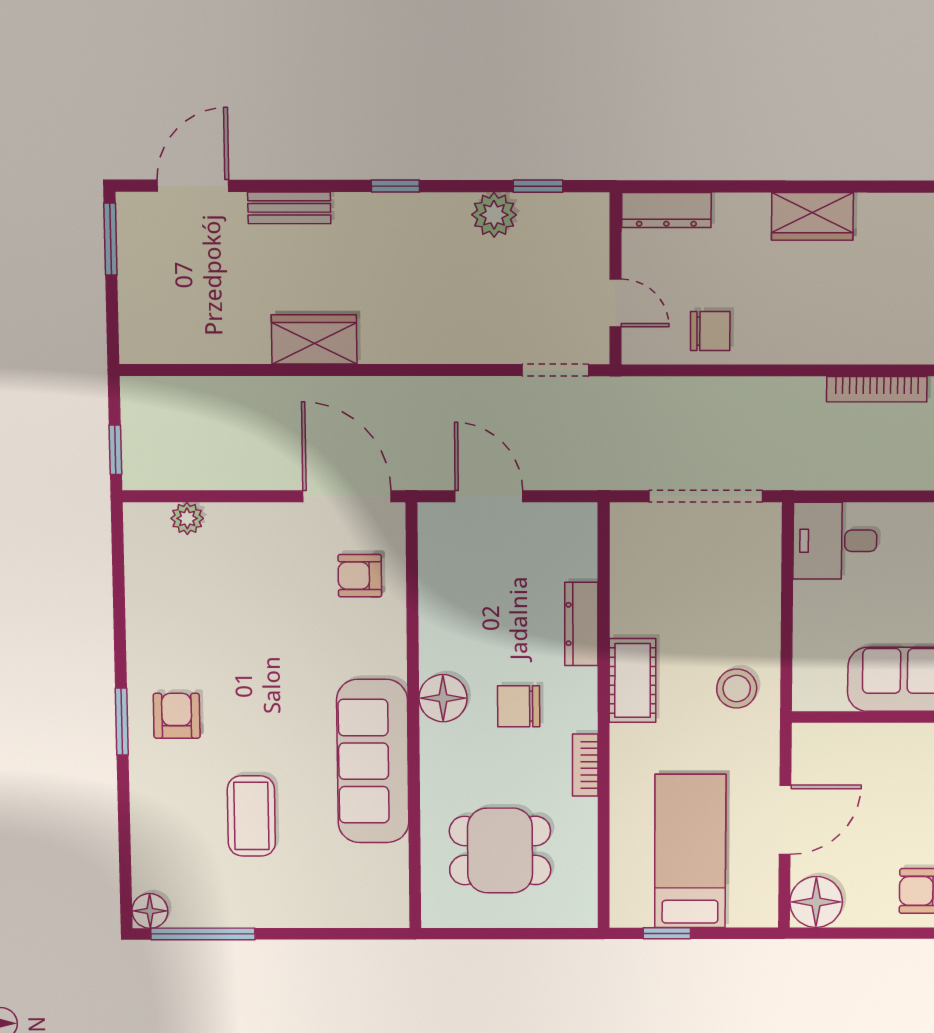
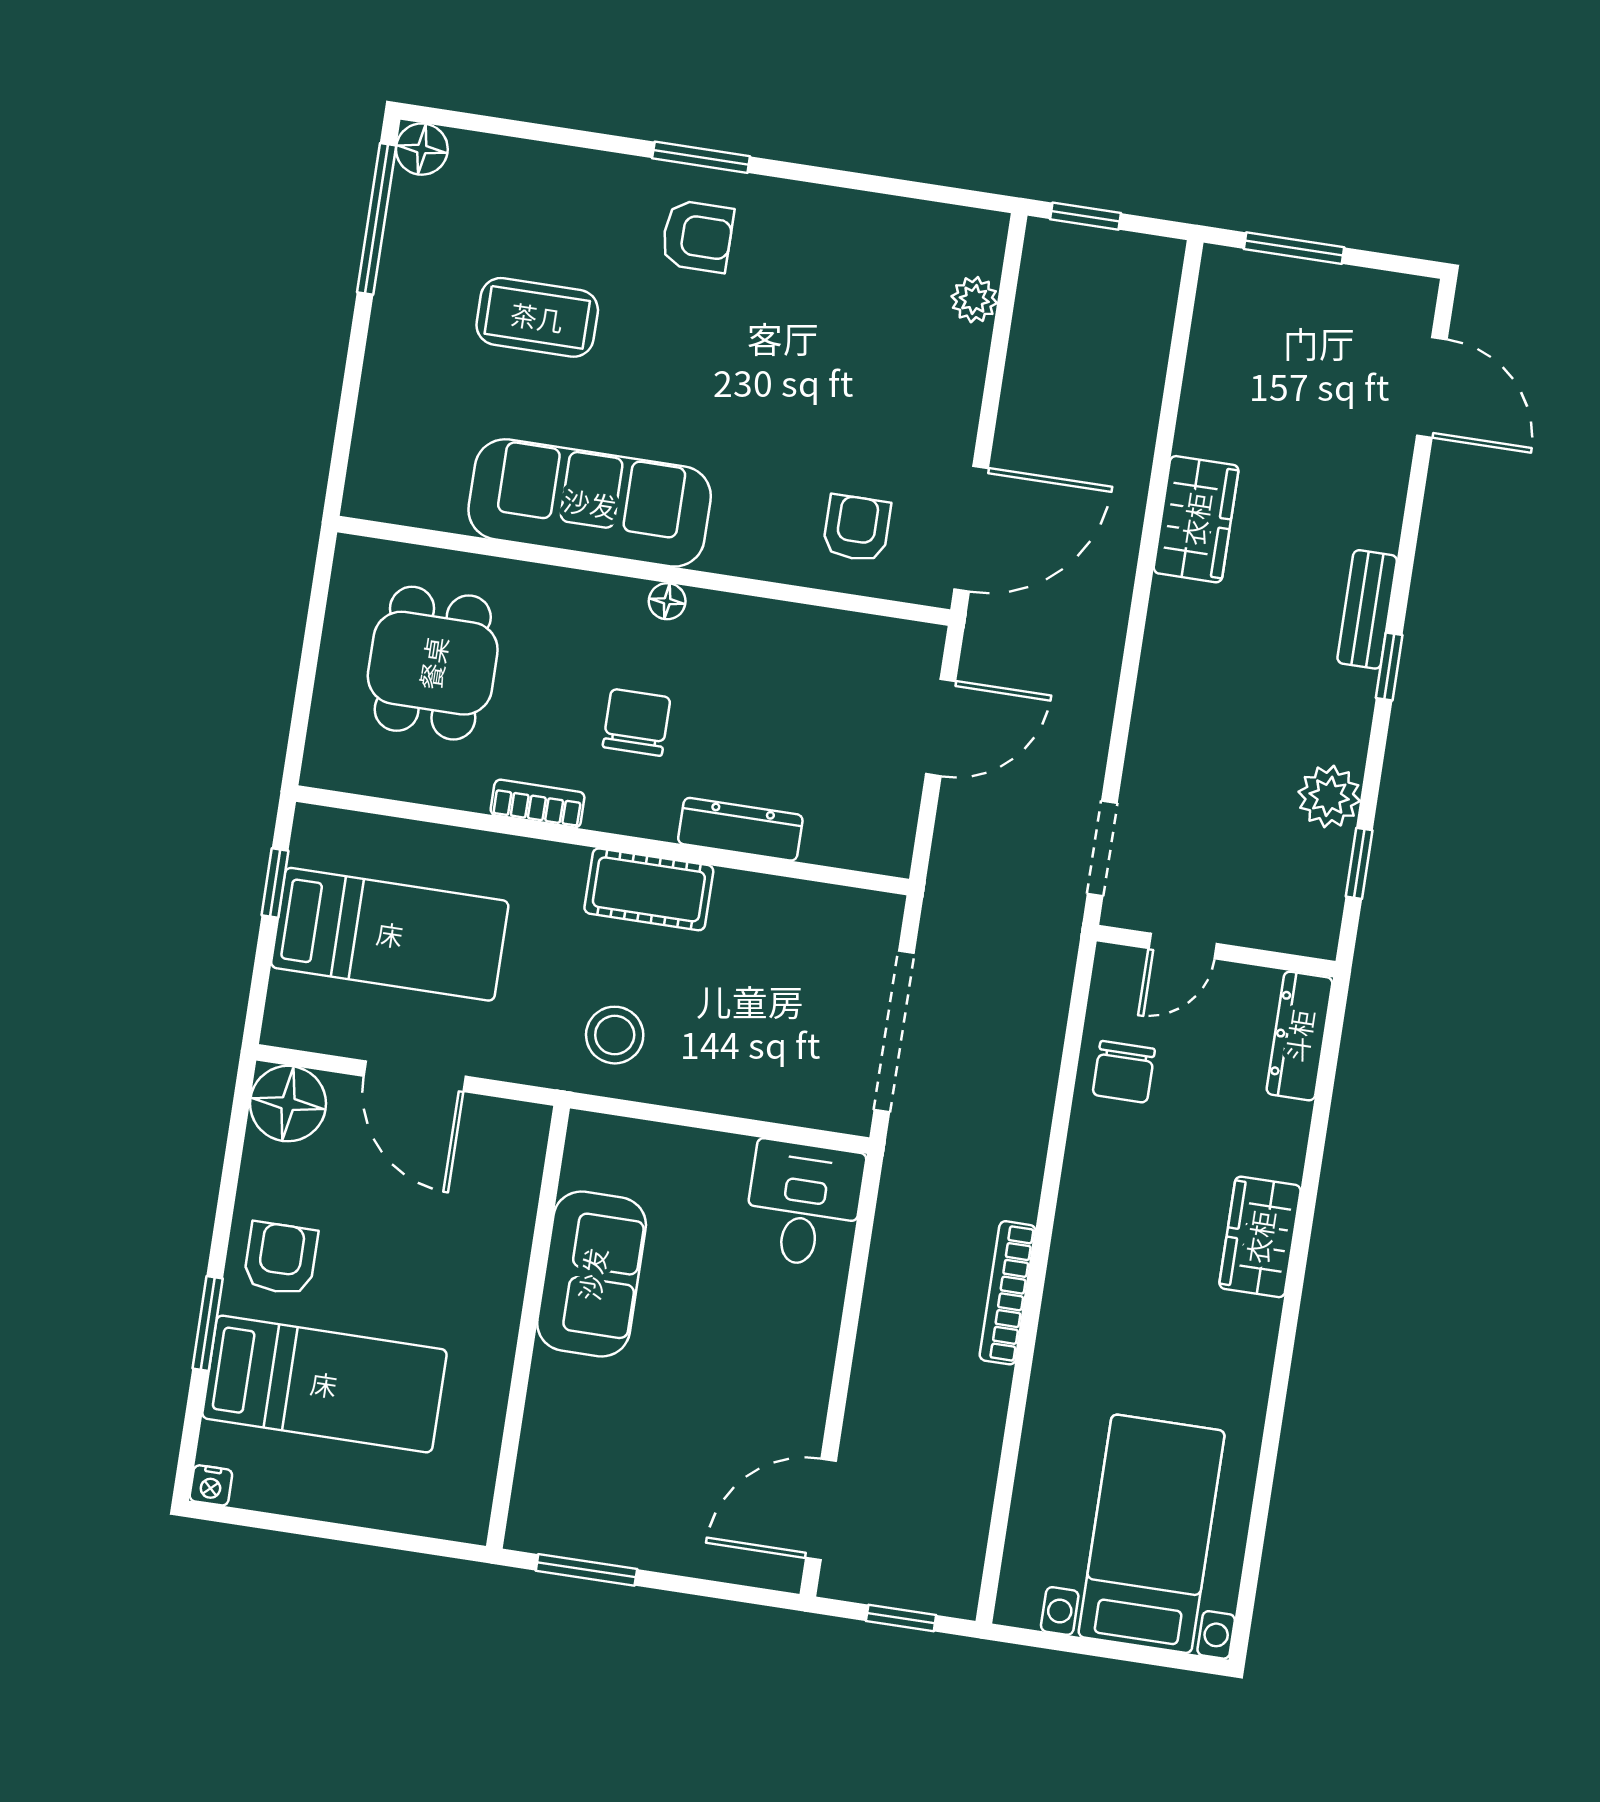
bench: (289, 208) -> (1367, 609), moved
window: (110, 239) -> (1294, 248), moved
floor lamp: (443, 698) -> (667, 601), width x0.53, depth x0.53

